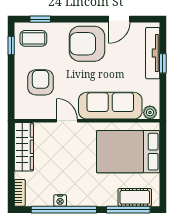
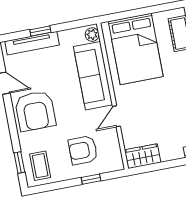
window: (11, 45) -> (91, 179), moved
wardrobe: (24, 147) -> (143, 156), width x0.67

